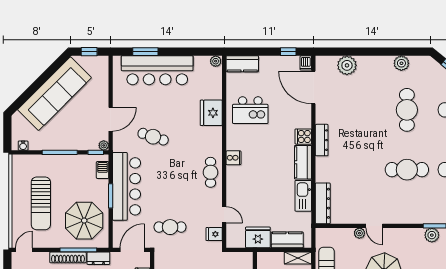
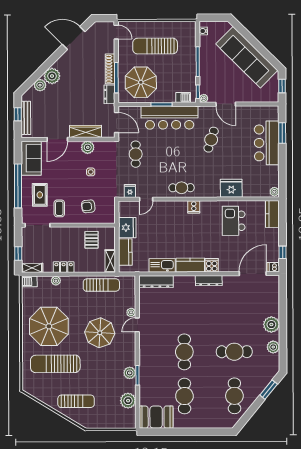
plant: (347, 65) -> (271, 325), moved
bar counter: (157, 70) -> (267, 143), width x0.73

